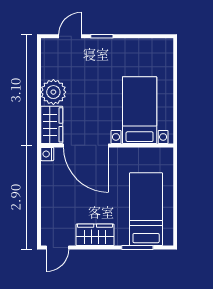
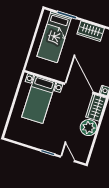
door: (70, 36) -> (67, 159), swing flipped

